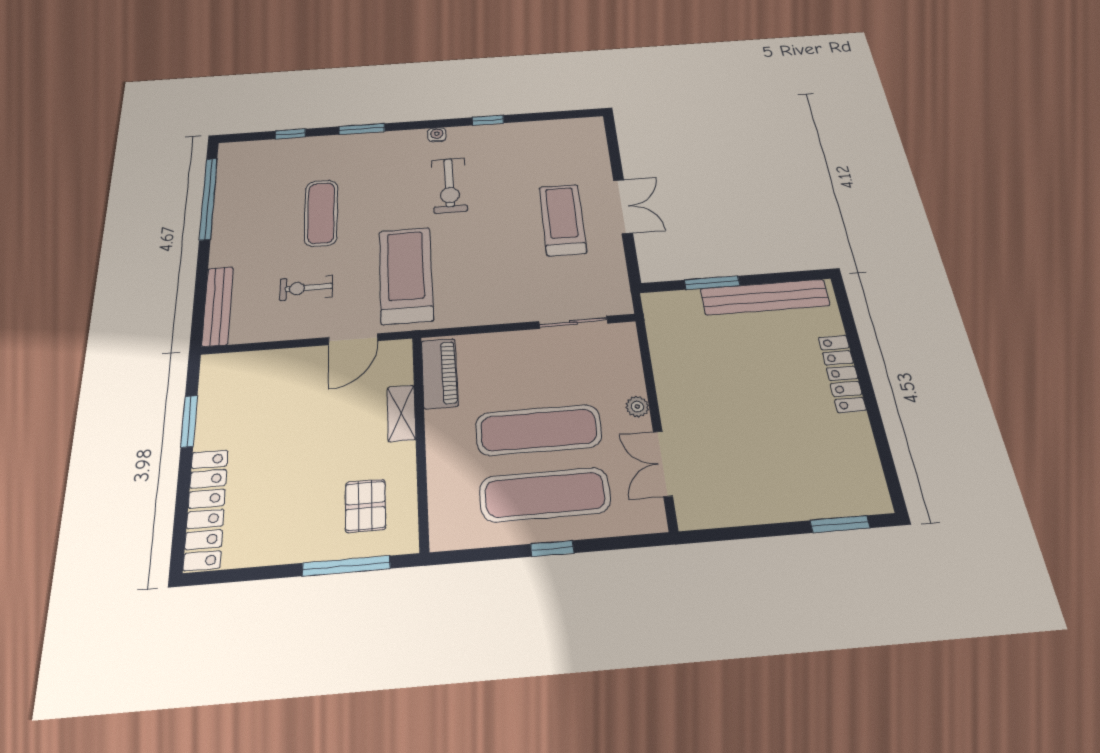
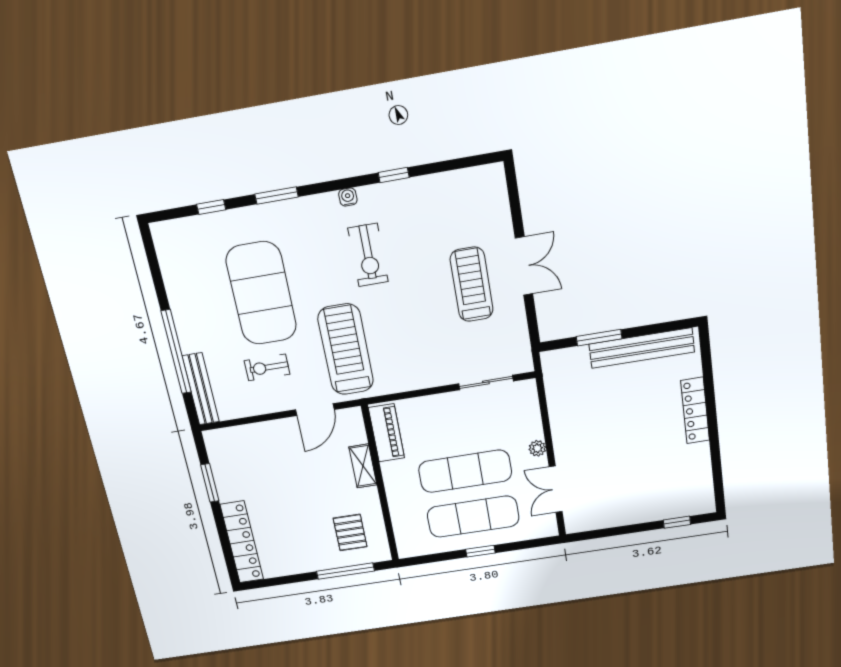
window: (208, 199) -> (176, 352), moved
exercise mat: (321, 213) -> (261, 293), width x2.00, depth x1.45
window: (840, 524) -> (677, 522), width x0.67

